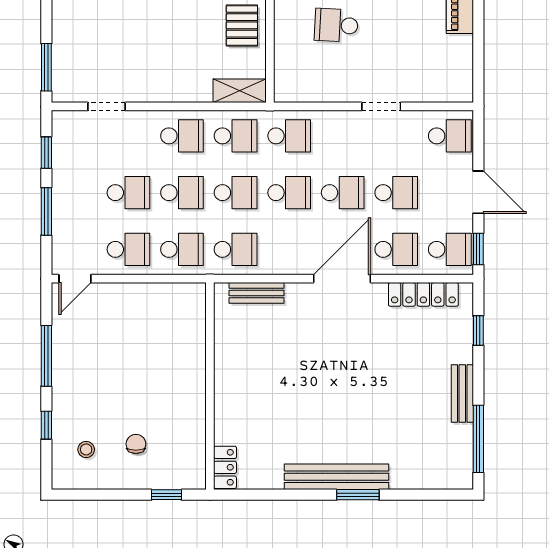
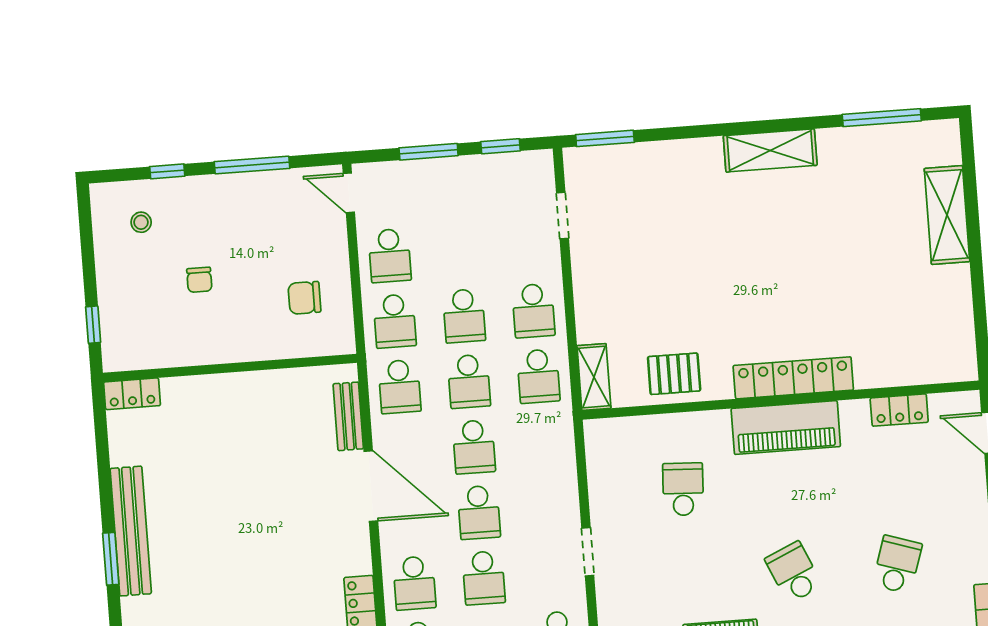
school desk: (289, 136) -> (543, 442), removed
school desk: (128, 193) -> (459, 250), removed
door: (342, 279) -> (371, 486), moved
chair: (158, 321) -> (304, 298), added
chair: (136, 444) -> (199, 280), moved, turned 90

